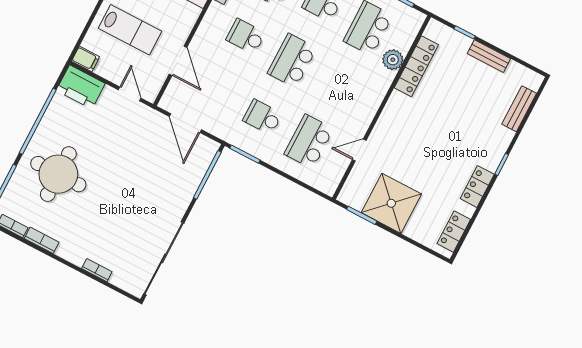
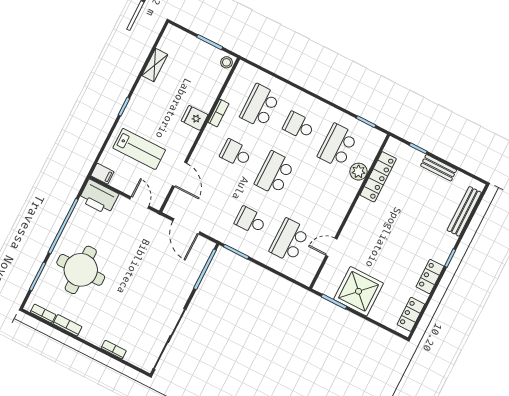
bench: (519, 109) -> (464, 211), width x1.36

